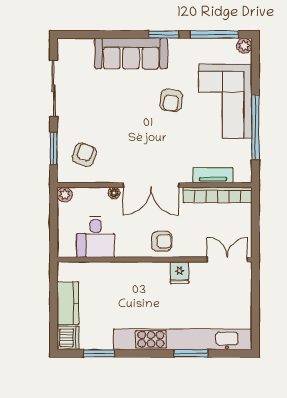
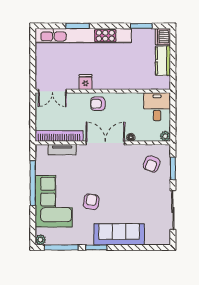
desk: (96, 237) -> (157, 107), moved

